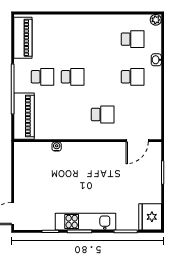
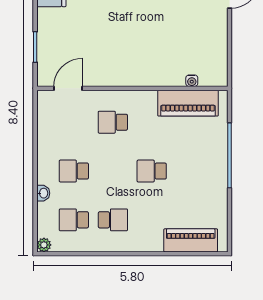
piano: (23, 38) -> (191, 240), moved, turned 90
school desk: (43, 77) -> (113, 220), moved, turned 180
piano: (24, 116) -> (188, 103), moved, turned -90
water cooler: (57, 147) -> (192, 81), moved

